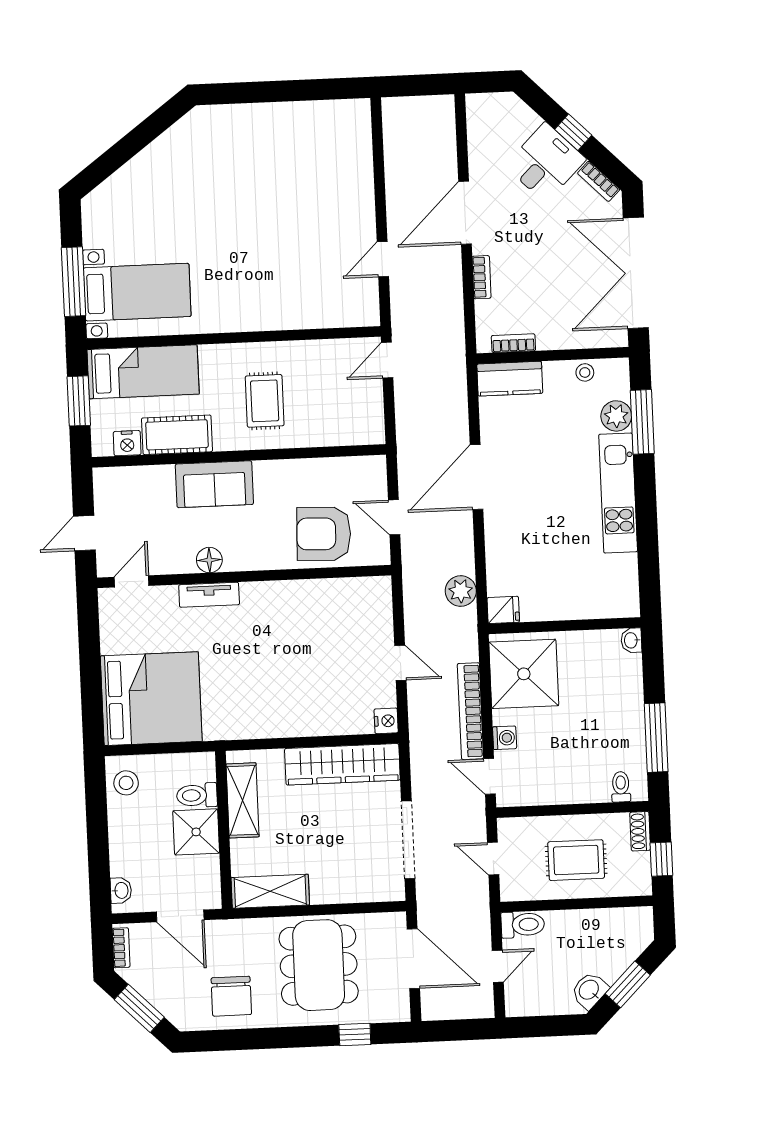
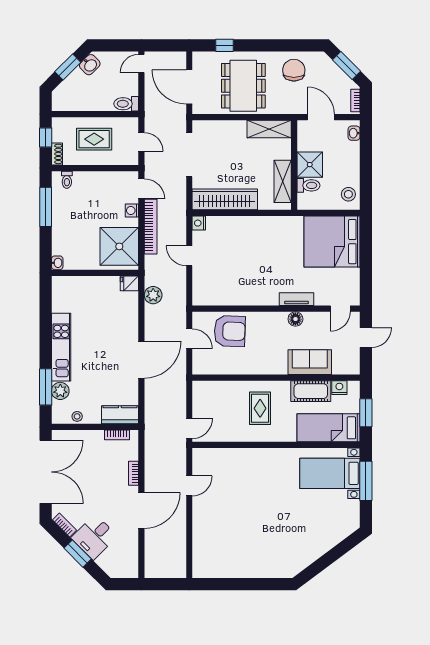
window: (573, 132) -> (78, 554), width x1.50
sofa: (214, 484) -> (310, 362), moved
door: (498, 966) -> (141, 64), moved

